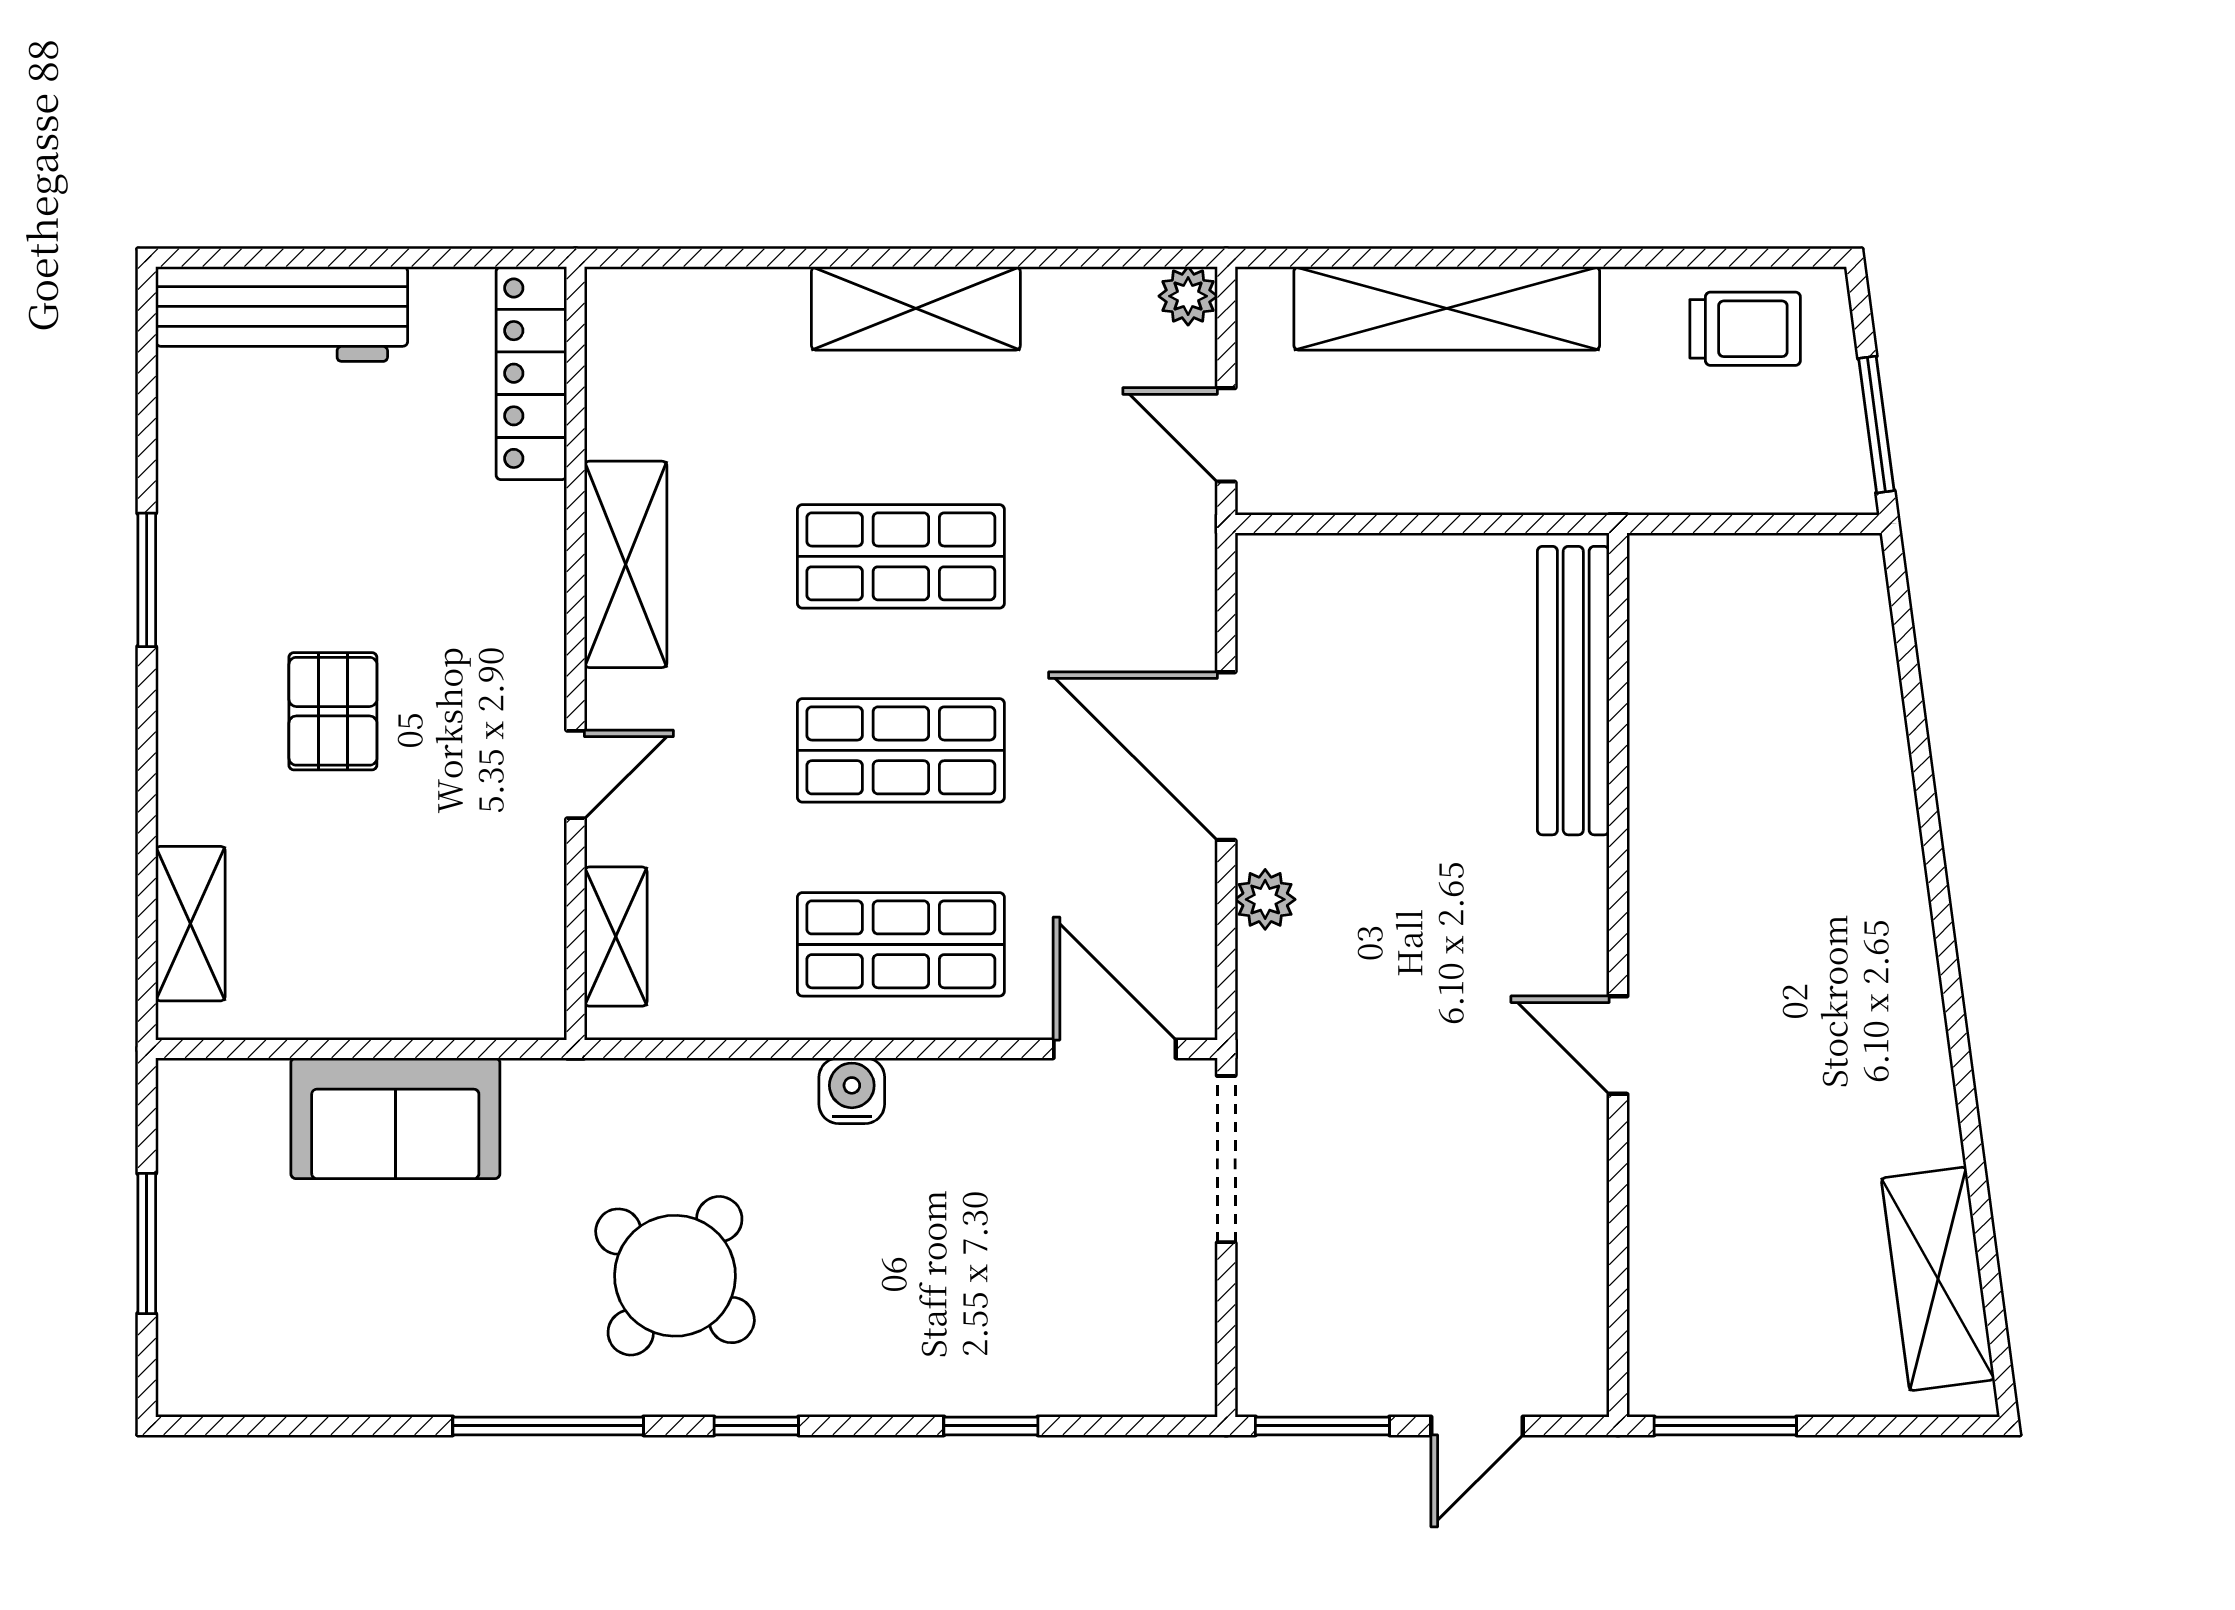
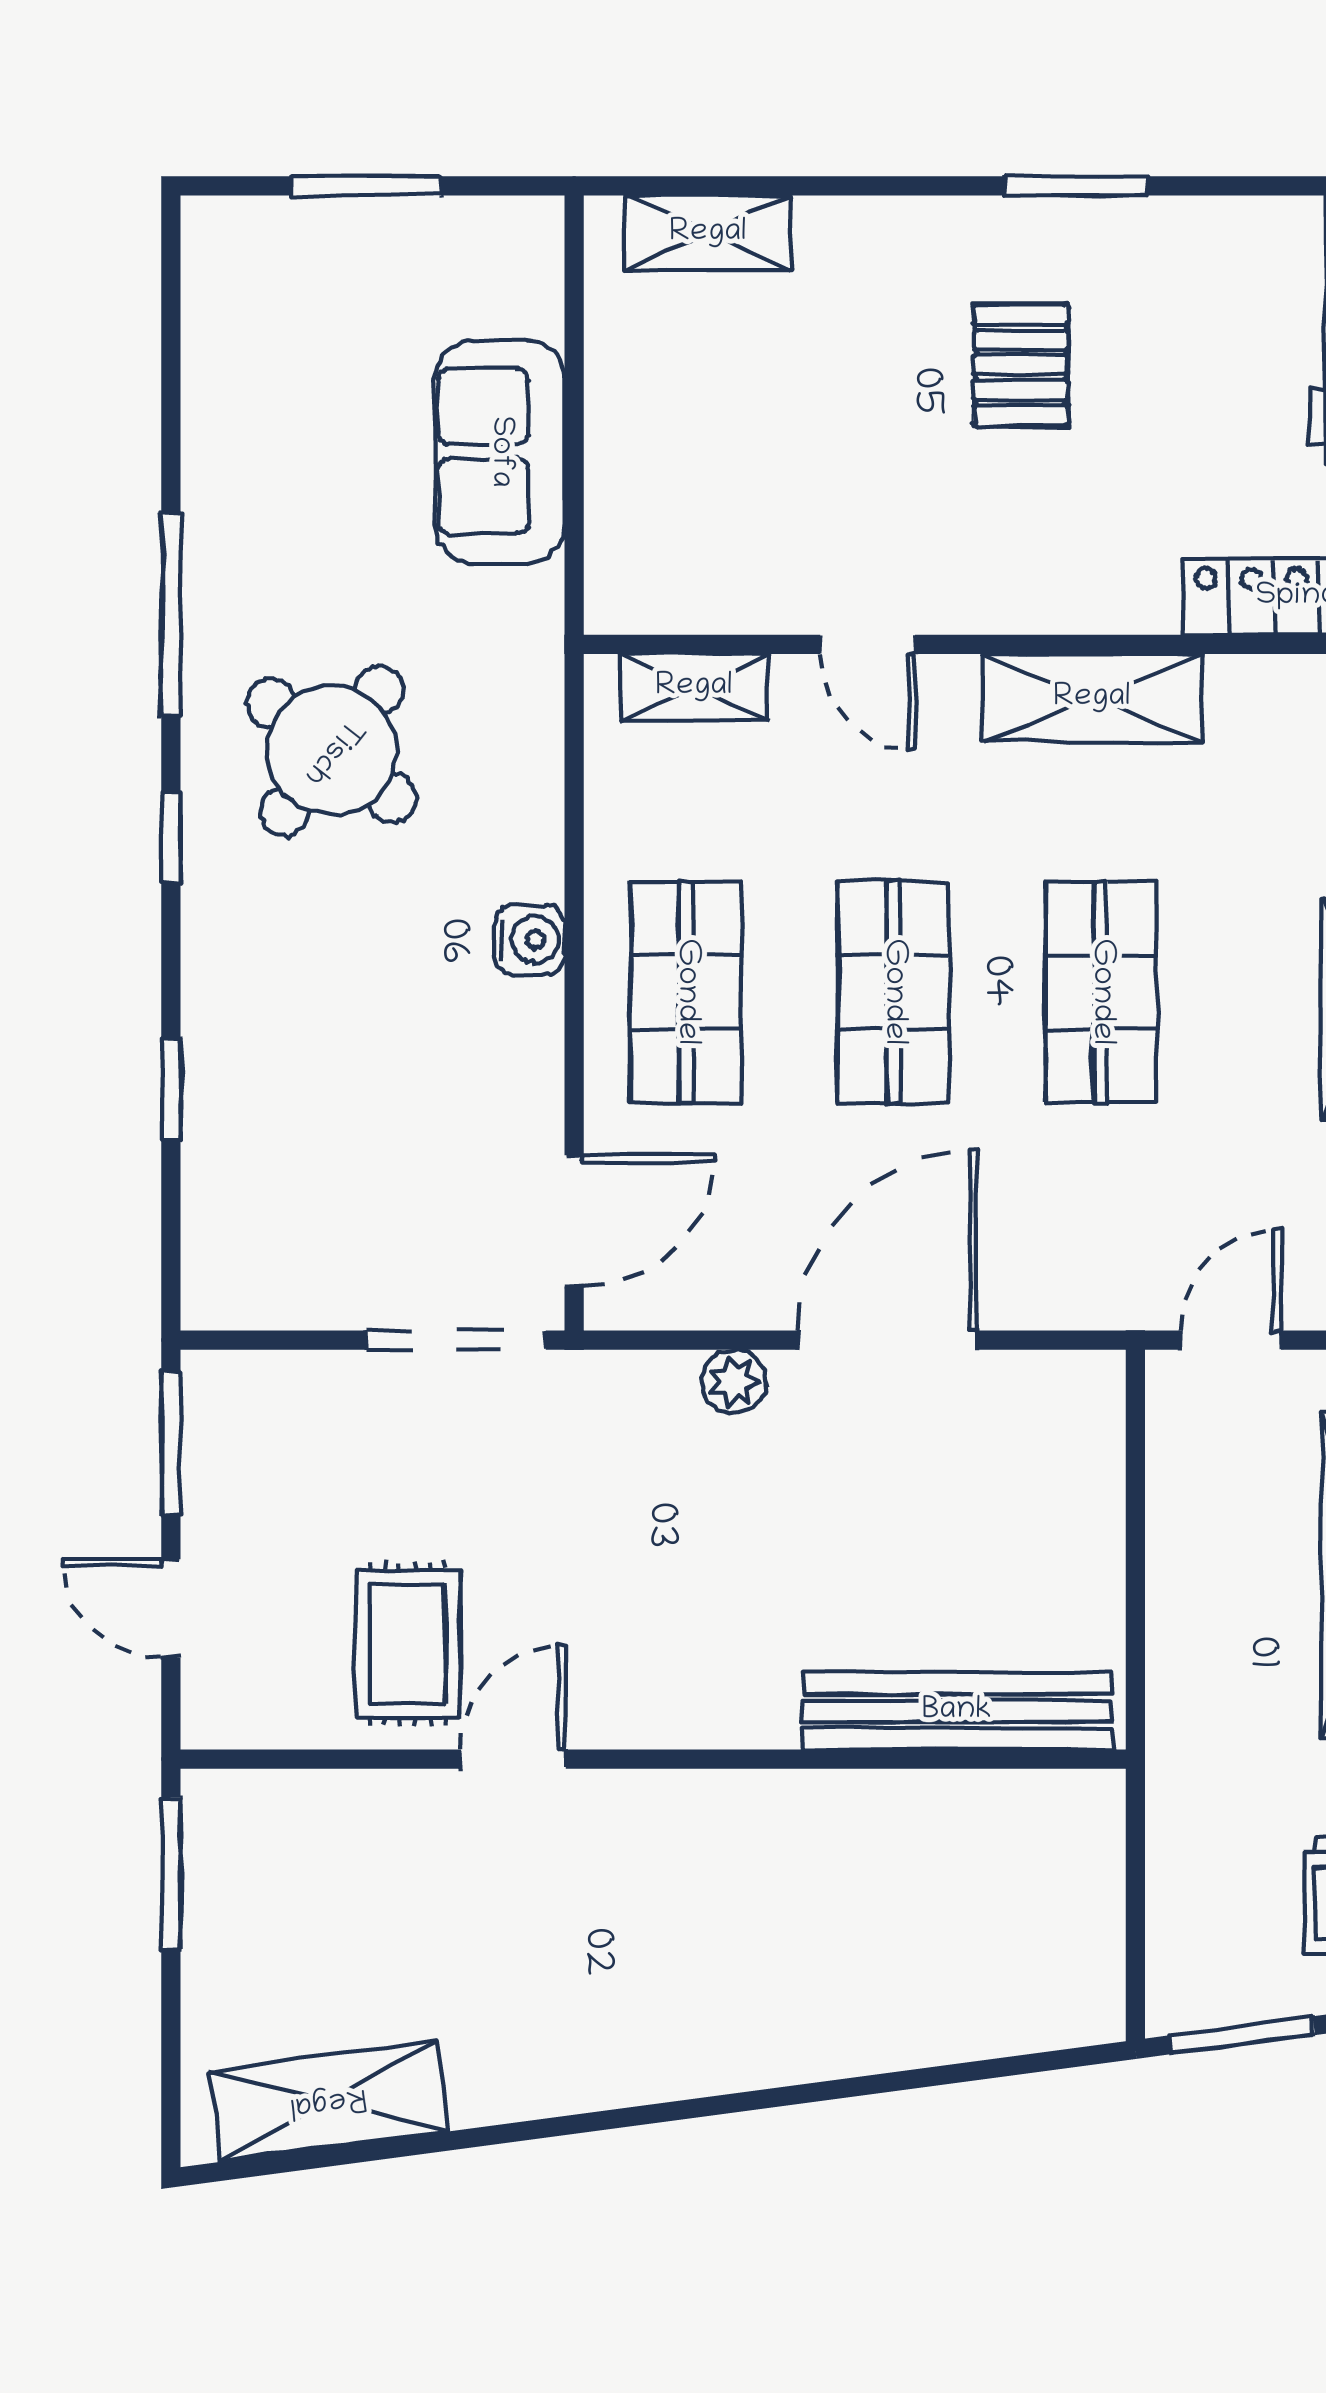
pallet: (333, 711) -> (1021, 365), moved, turned 90
door: (1618, 1045) -> (513, 1759), moved
rug: (1510, 1205) -> (408, 1644), added

